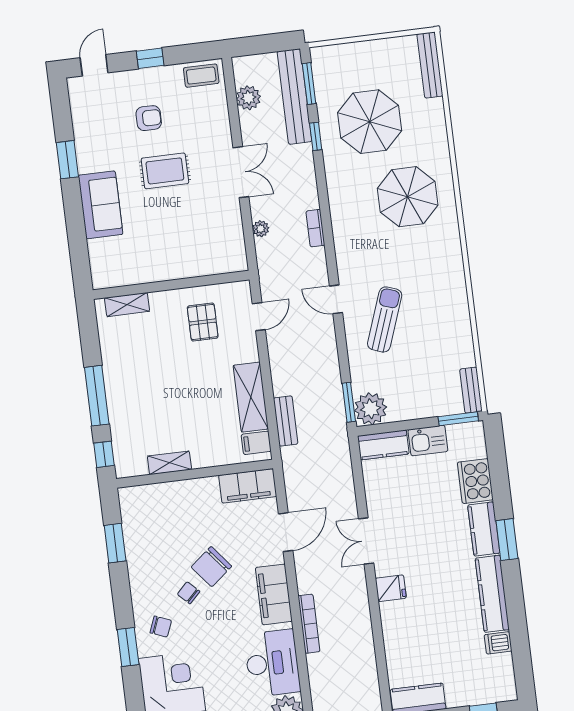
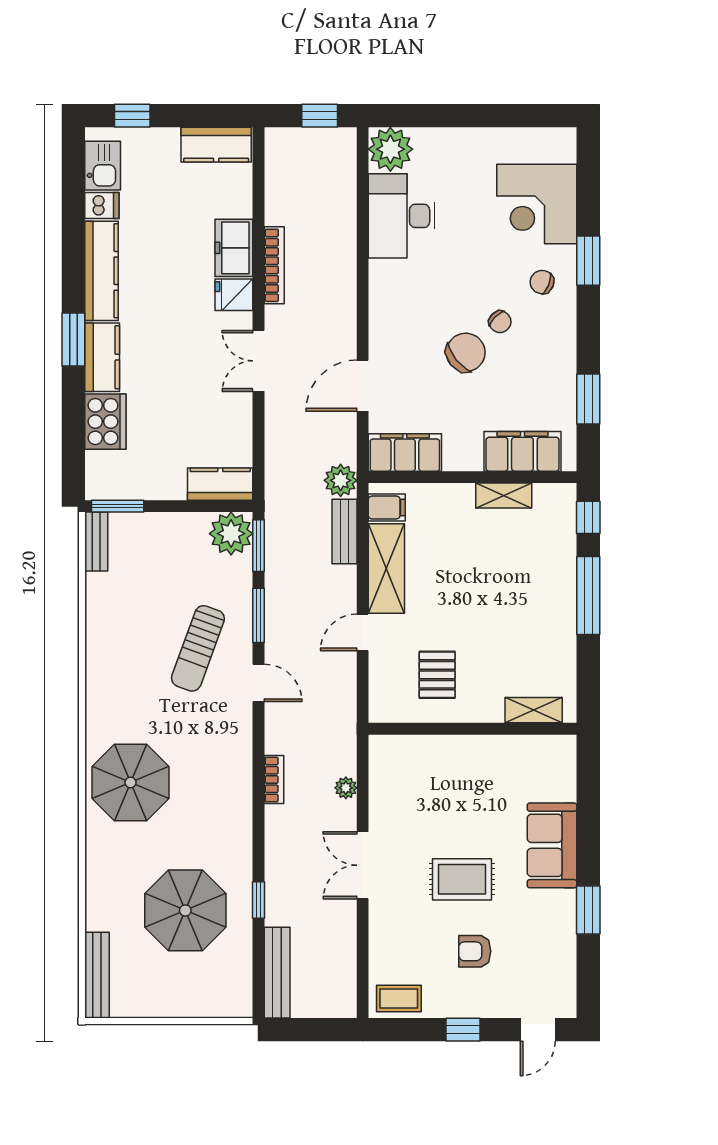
window: (309, 84) -> (258, 615), moved
bench: (295, 96) -> (277, 973), width x0.73, depth x0.82
plant: (248, 98) -> (341, 480), moved
parasol: (408, 197) -> (130, 782), moved
door: (259, 317) -> (363, 632), moved
kitchen sink: (428, 440) -> (103, 166), moved, turned 90
double door: (366, 541) -> (258, 361), swing flipped
filing cabinet: (274, 594) -> (522, 451), moved, turned -90
freezer: (395, 623) -> (234, 248), added
bookcase: (309, 624) -> (274, 265), moved, turned 180

